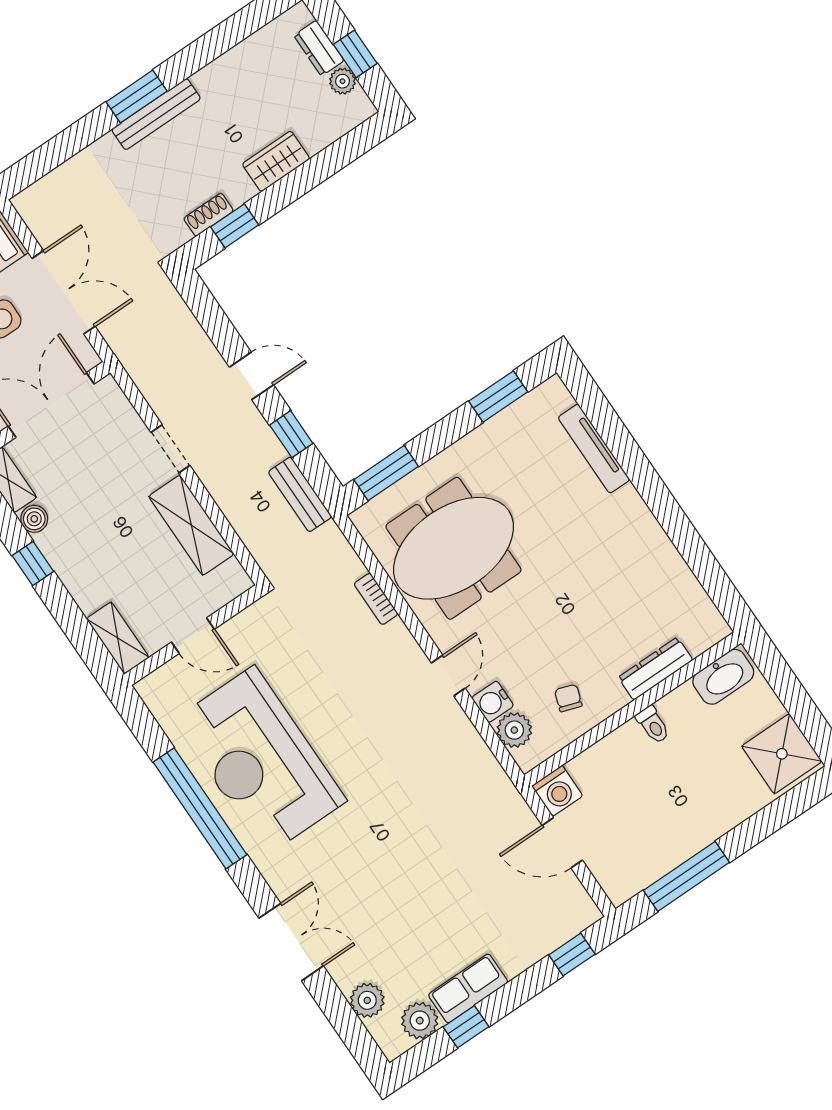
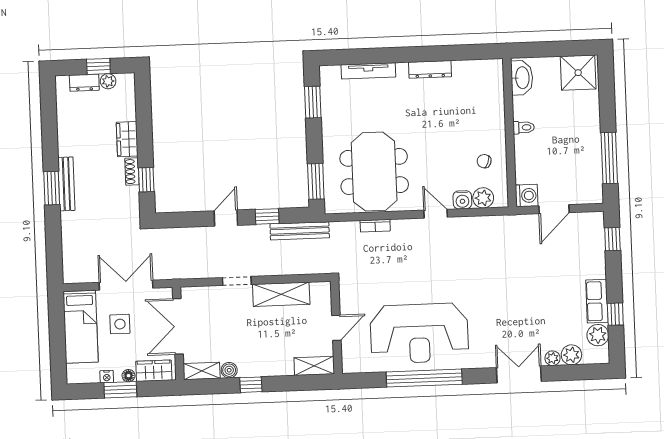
shoe rack: (209, 215) -> (132, 172), moved
bench: (300, 494) -> (300, 231), width x1.36
dresser: (656, 669) -> (430, 69), moved, turned -90
plant: (345, 976) -> (553, 358), added

